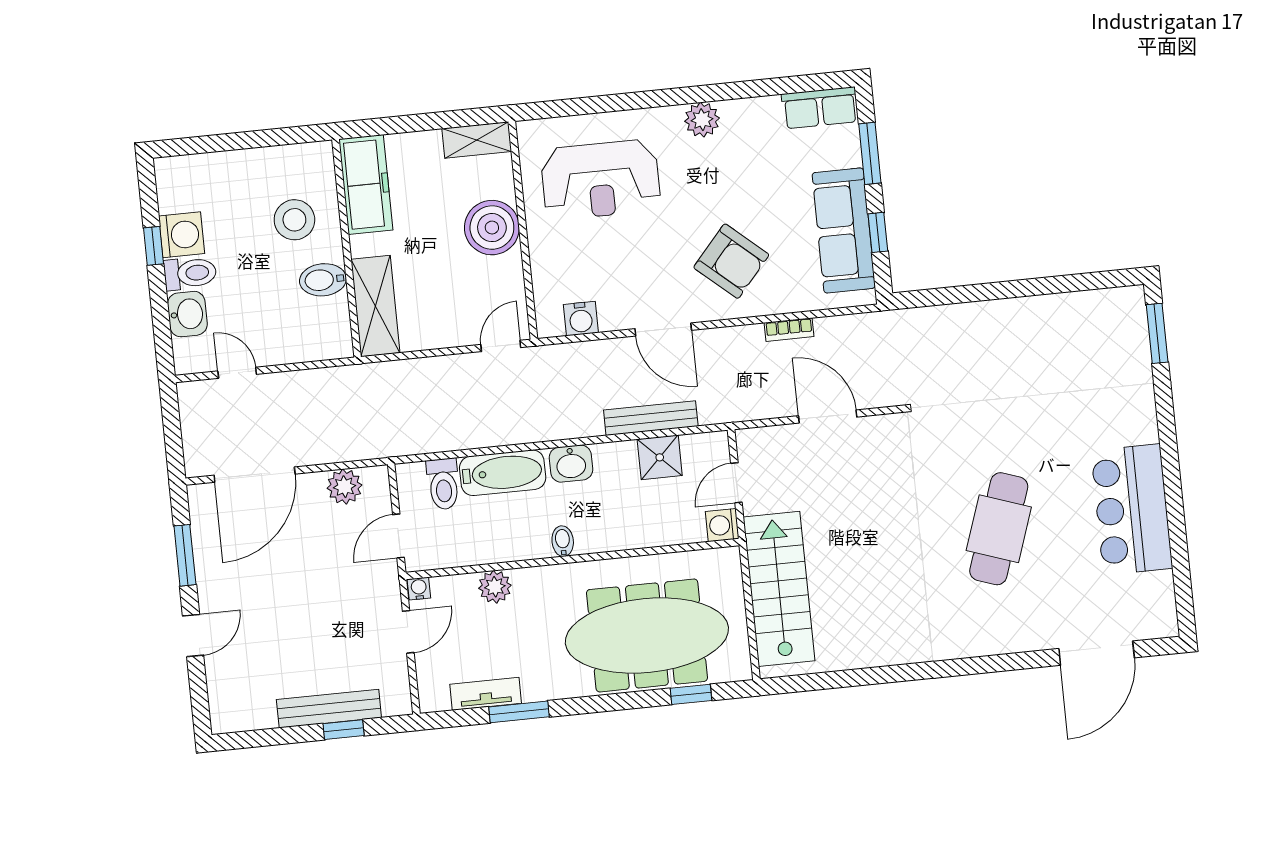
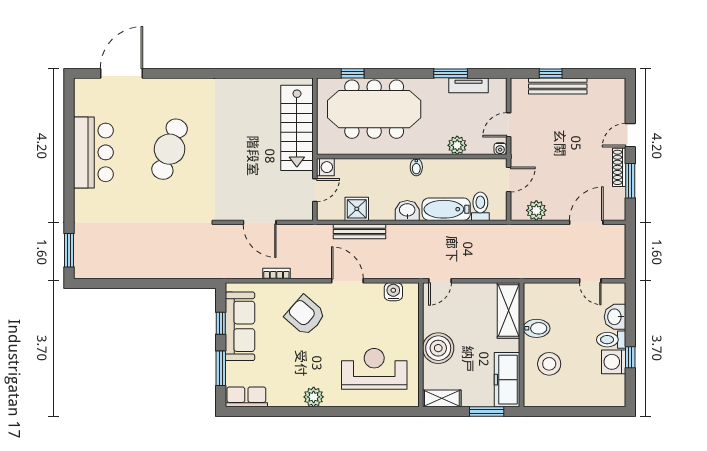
window: (396, 125) -> (487, 412), added
door: (255, 475) -> (586, 222), width x0.73
shoe rack: (207, 577) -> (619, 167), added

